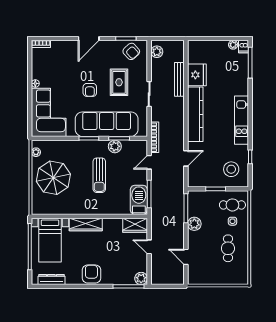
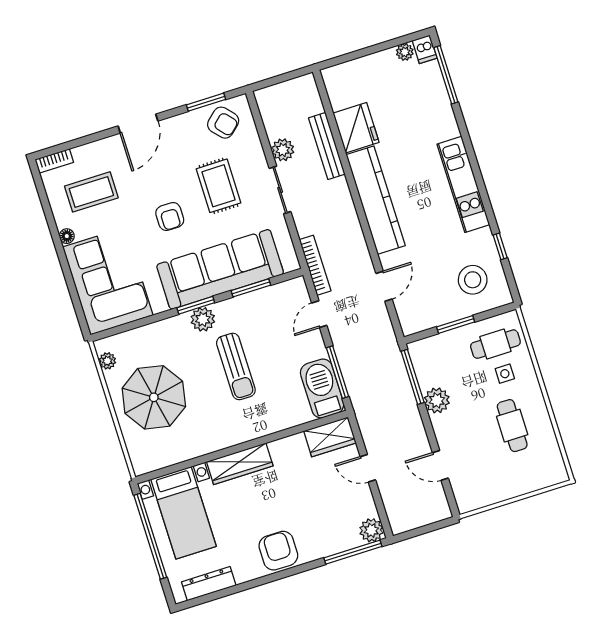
plant: (157, 52) -> (283, 150), moved
coffee table: (55, 65) -> (91, 192), added
plant: (115, 146) -> (203, 319), moved

